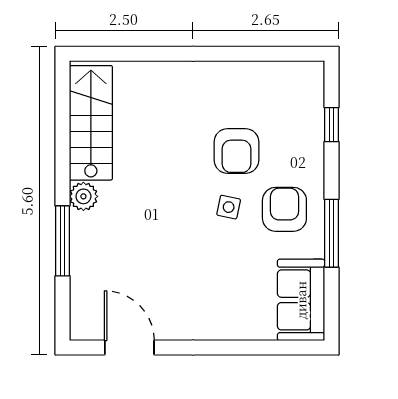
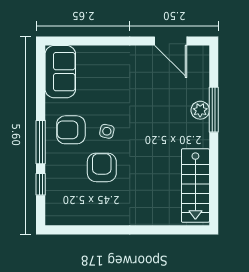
plant: (83, 196) -> (200, 110), moved
armchair: (284, 209) -> (71, 130), turned 90
window: (332, 233) -> (41, 142), moved

